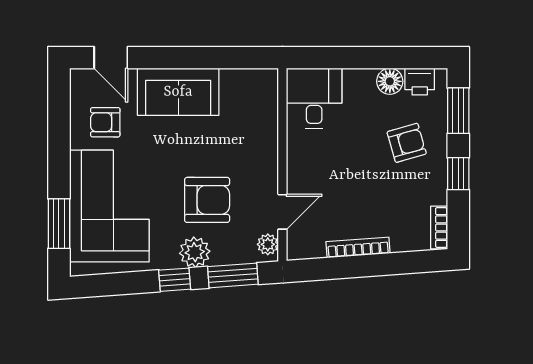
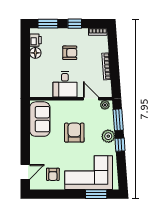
sofa: (178, 92) -> (40, 119), moved
desk: (314, 98) -> (65, 84), moved, turned -90
armchair: (407, 143) -> (70, 53), moved, turned 106
armchair: (207, 200) -> (74, 133), moved

